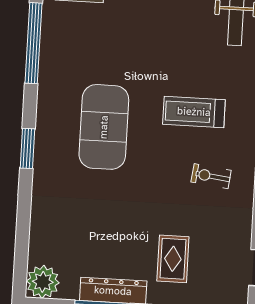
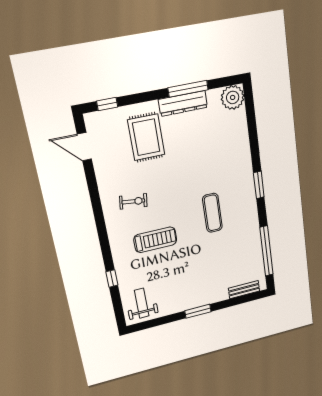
exercise mat: (104, 127) -> (212, 213), width x0.50, depth x0.69
rug: (173, 259) -> (146, 137), width x1.36, depth x1.43

